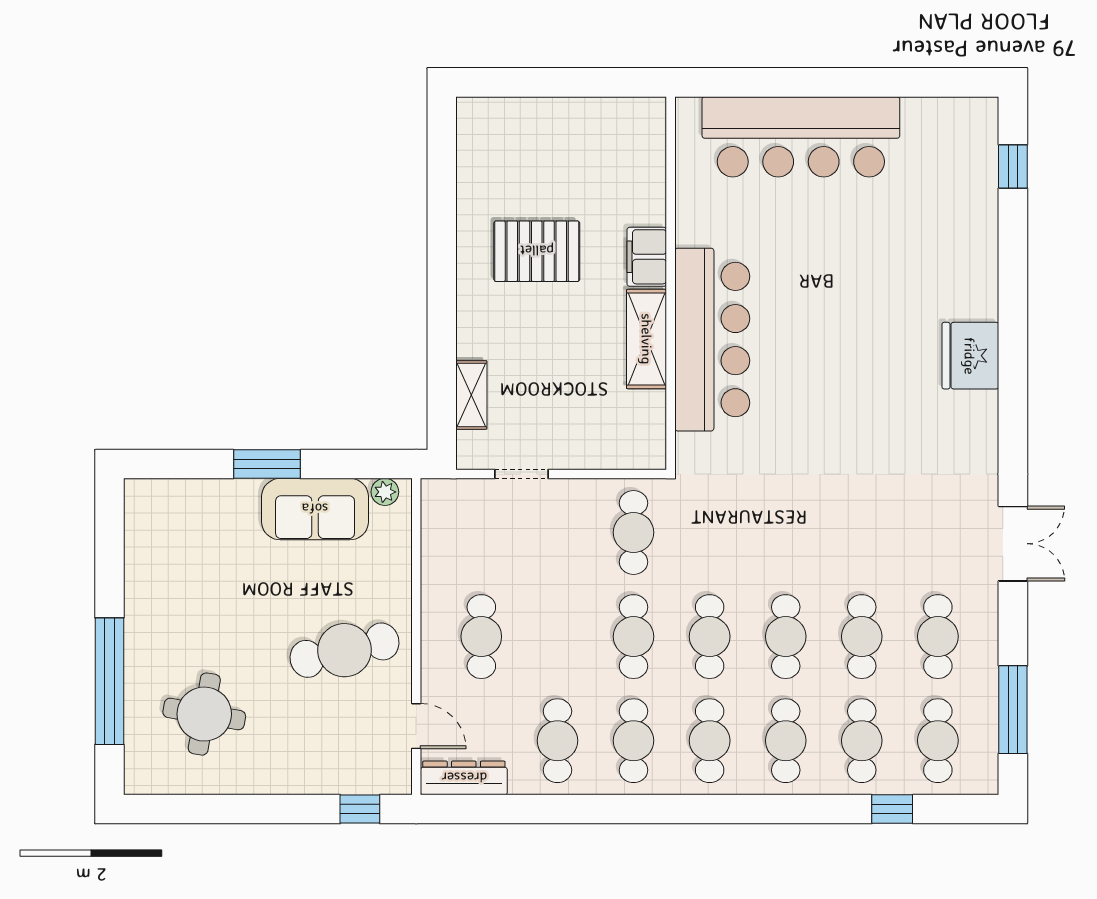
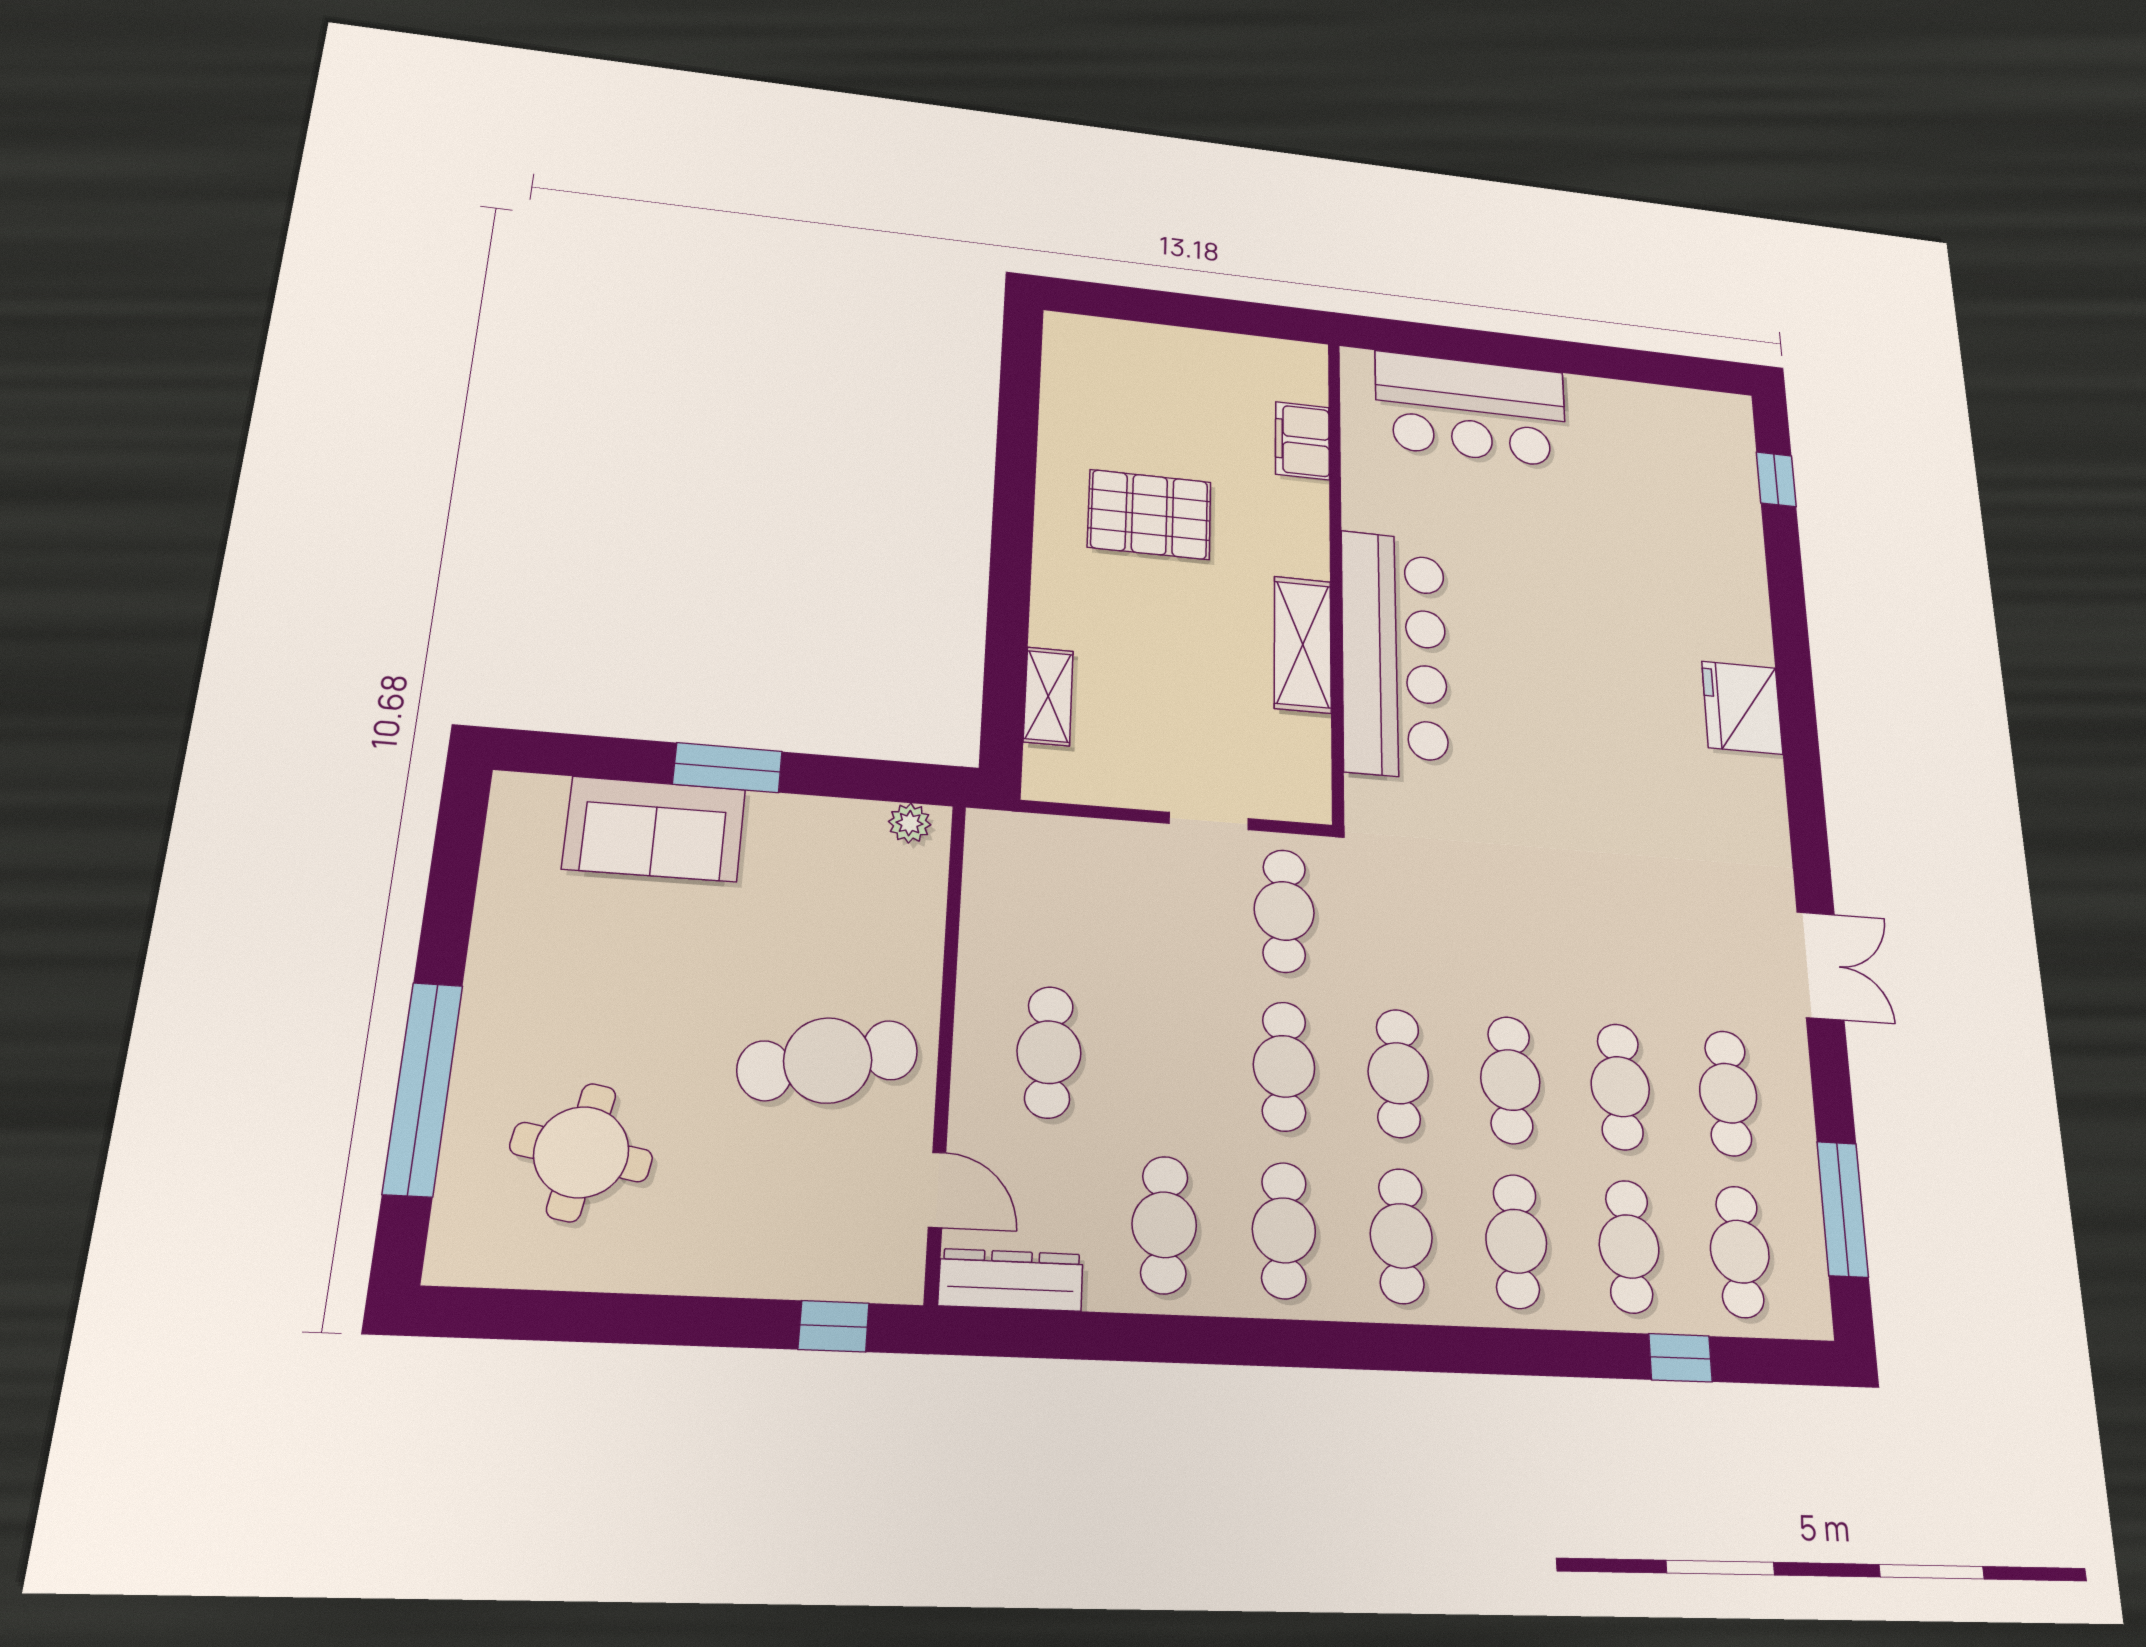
bar counter: (801, 137) -> (1471, 409), width x0.73
filing cabinet: (647, 257) -> (1302, 441), moved
doorway: (521, 474) -> (1209, 821), moved
sofa: (315, 509) -> (655, 829), moved

